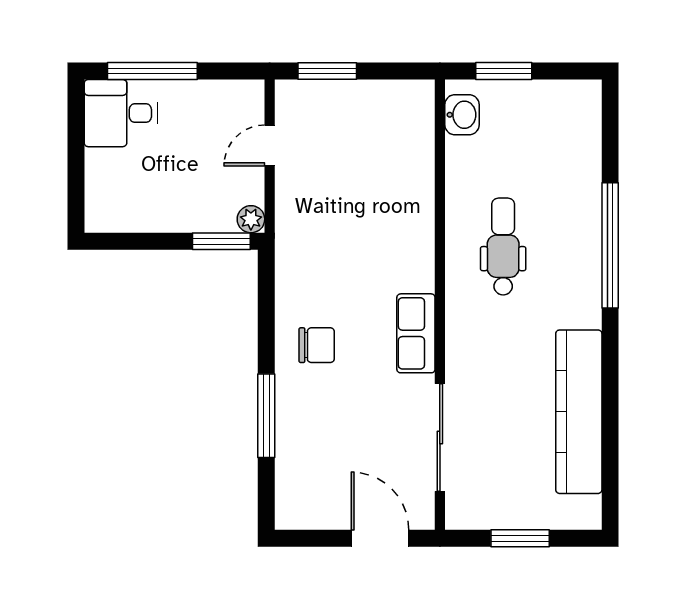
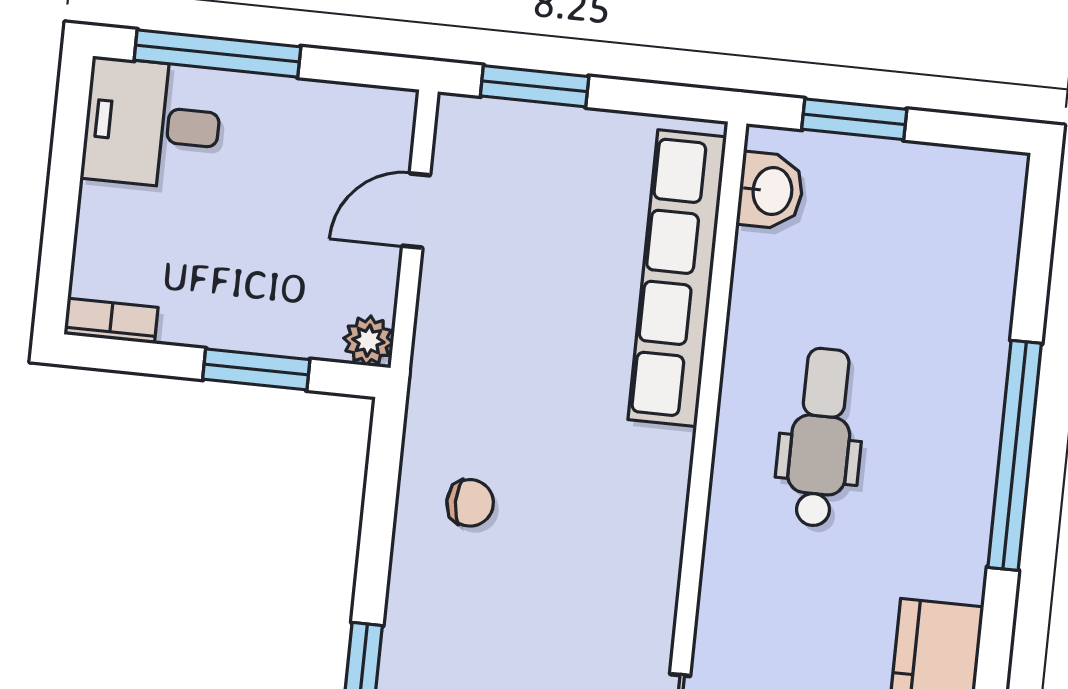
bookcase: (109, 223) -> (111, 321), added
window: (221, 241) -> (256, 369), moved
row of seats: (416, 333) -> (677, 278), moved, width x2.02
chair: (317, 345) -> (470, 503), moved, width x0.73, depth x0.73

